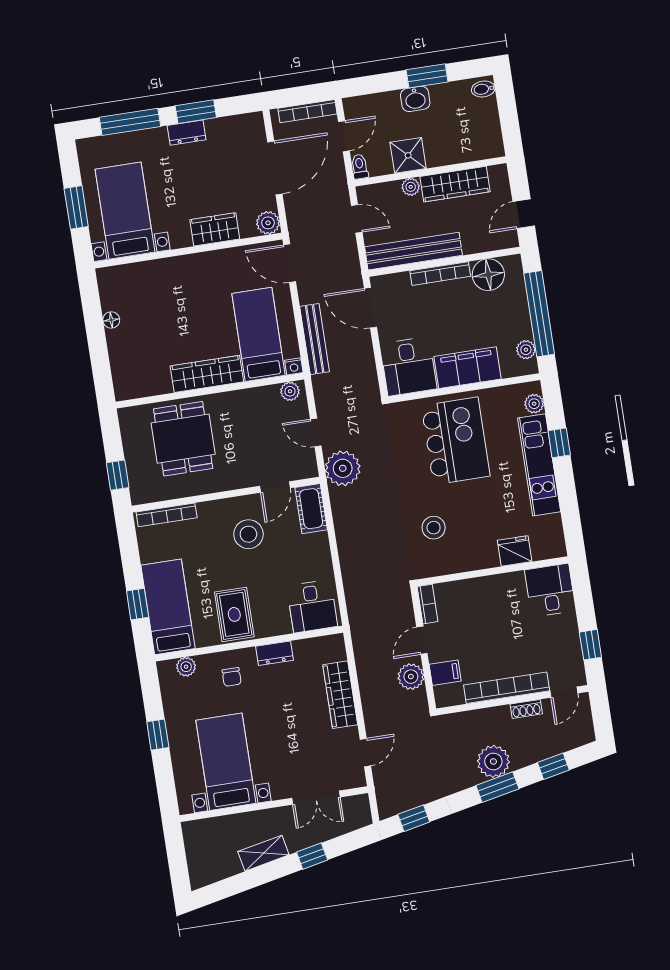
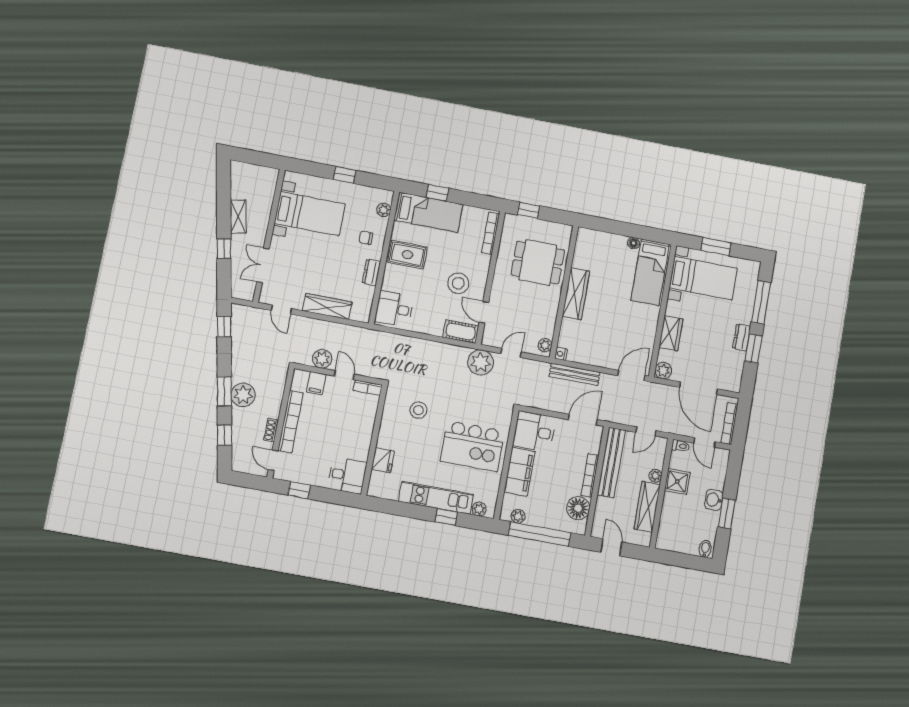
bed: (258, 334) -> (650, 272), moved, turned 90

